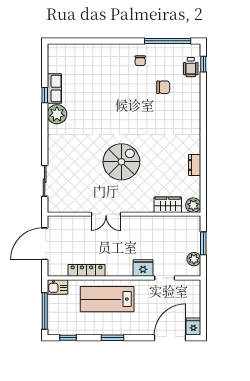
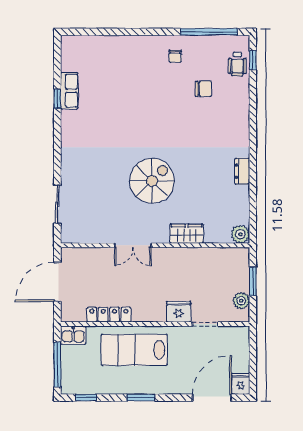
plant: (57, 114) -> (73, 122), removed
dresser: (195, 165) -> (242, 171), moved
wardrobe: (168, 205) -> (187, 234), moved

